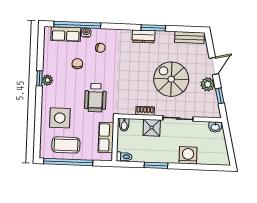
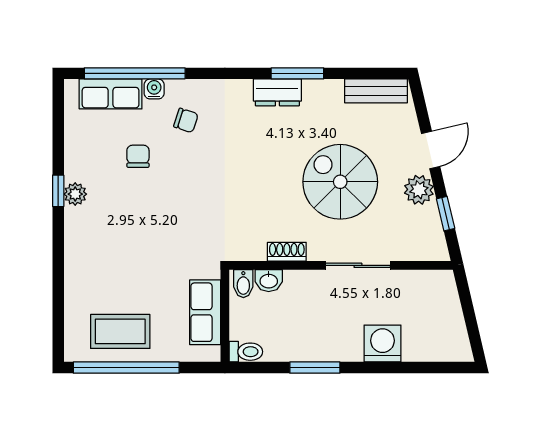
wheelchair: (95, 98) -> (180, 228), removed
side table: (60, 118) -> (105, 274), removed
washbasin: (215, 127) -> (269, 281), moved
shower: (152, 128) -> (302, 287), removed

